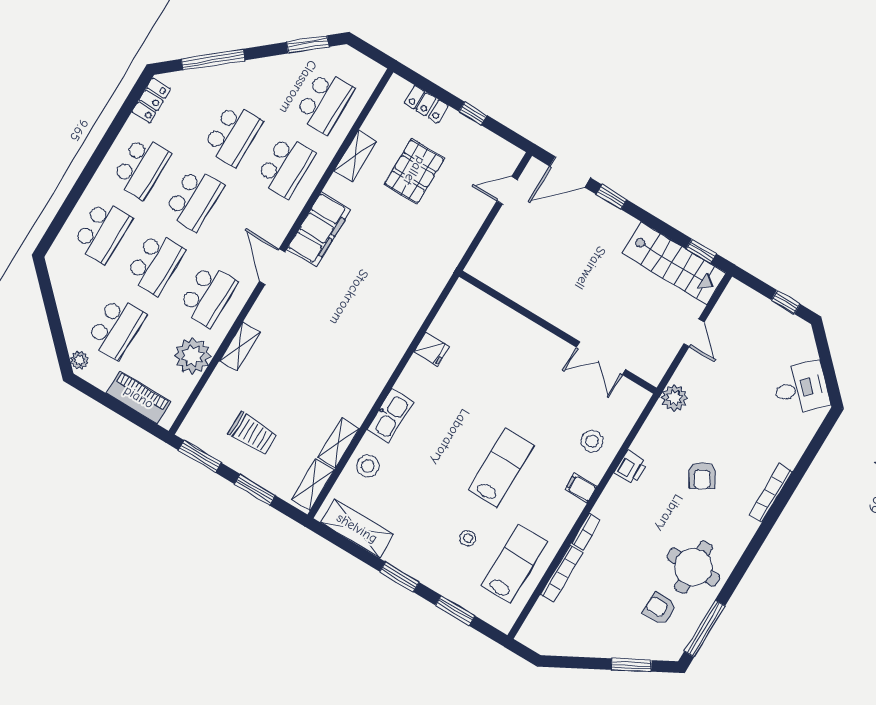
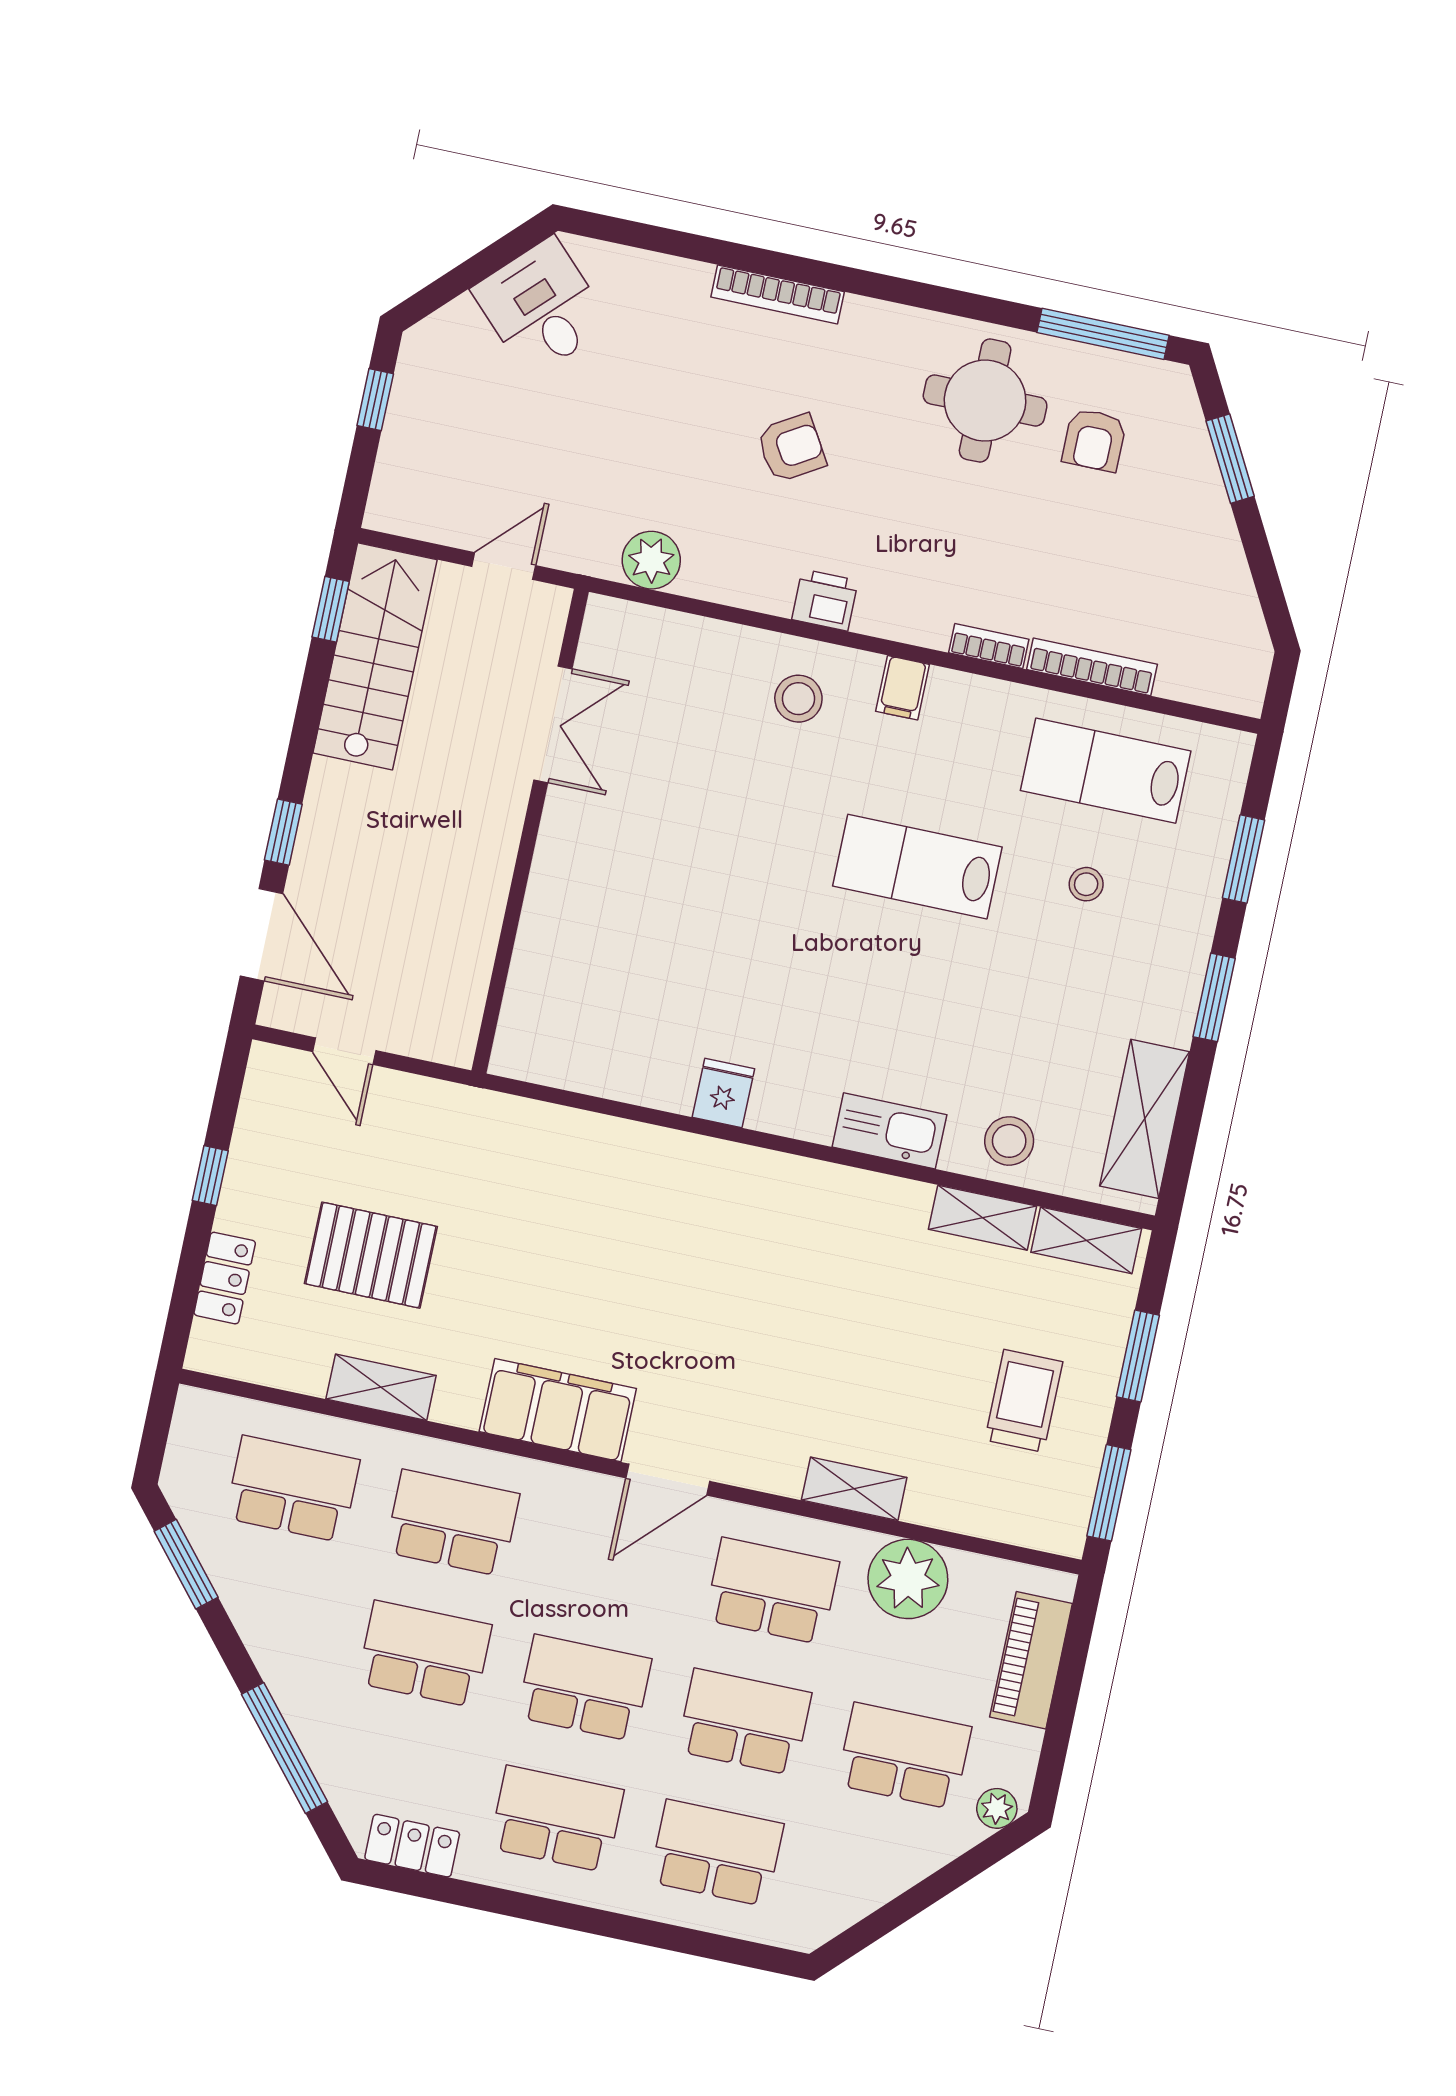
wall: (558, 332) -> (530, 831), moved
double door: (601, 358) -> (553, 724), moved

